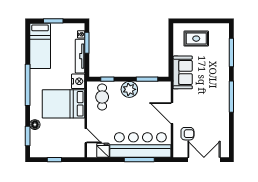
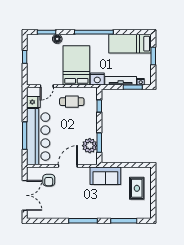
plant: (129, 89) -> (90, 146), moved
cafe table: (102, 97) -> (72, 102), moved

